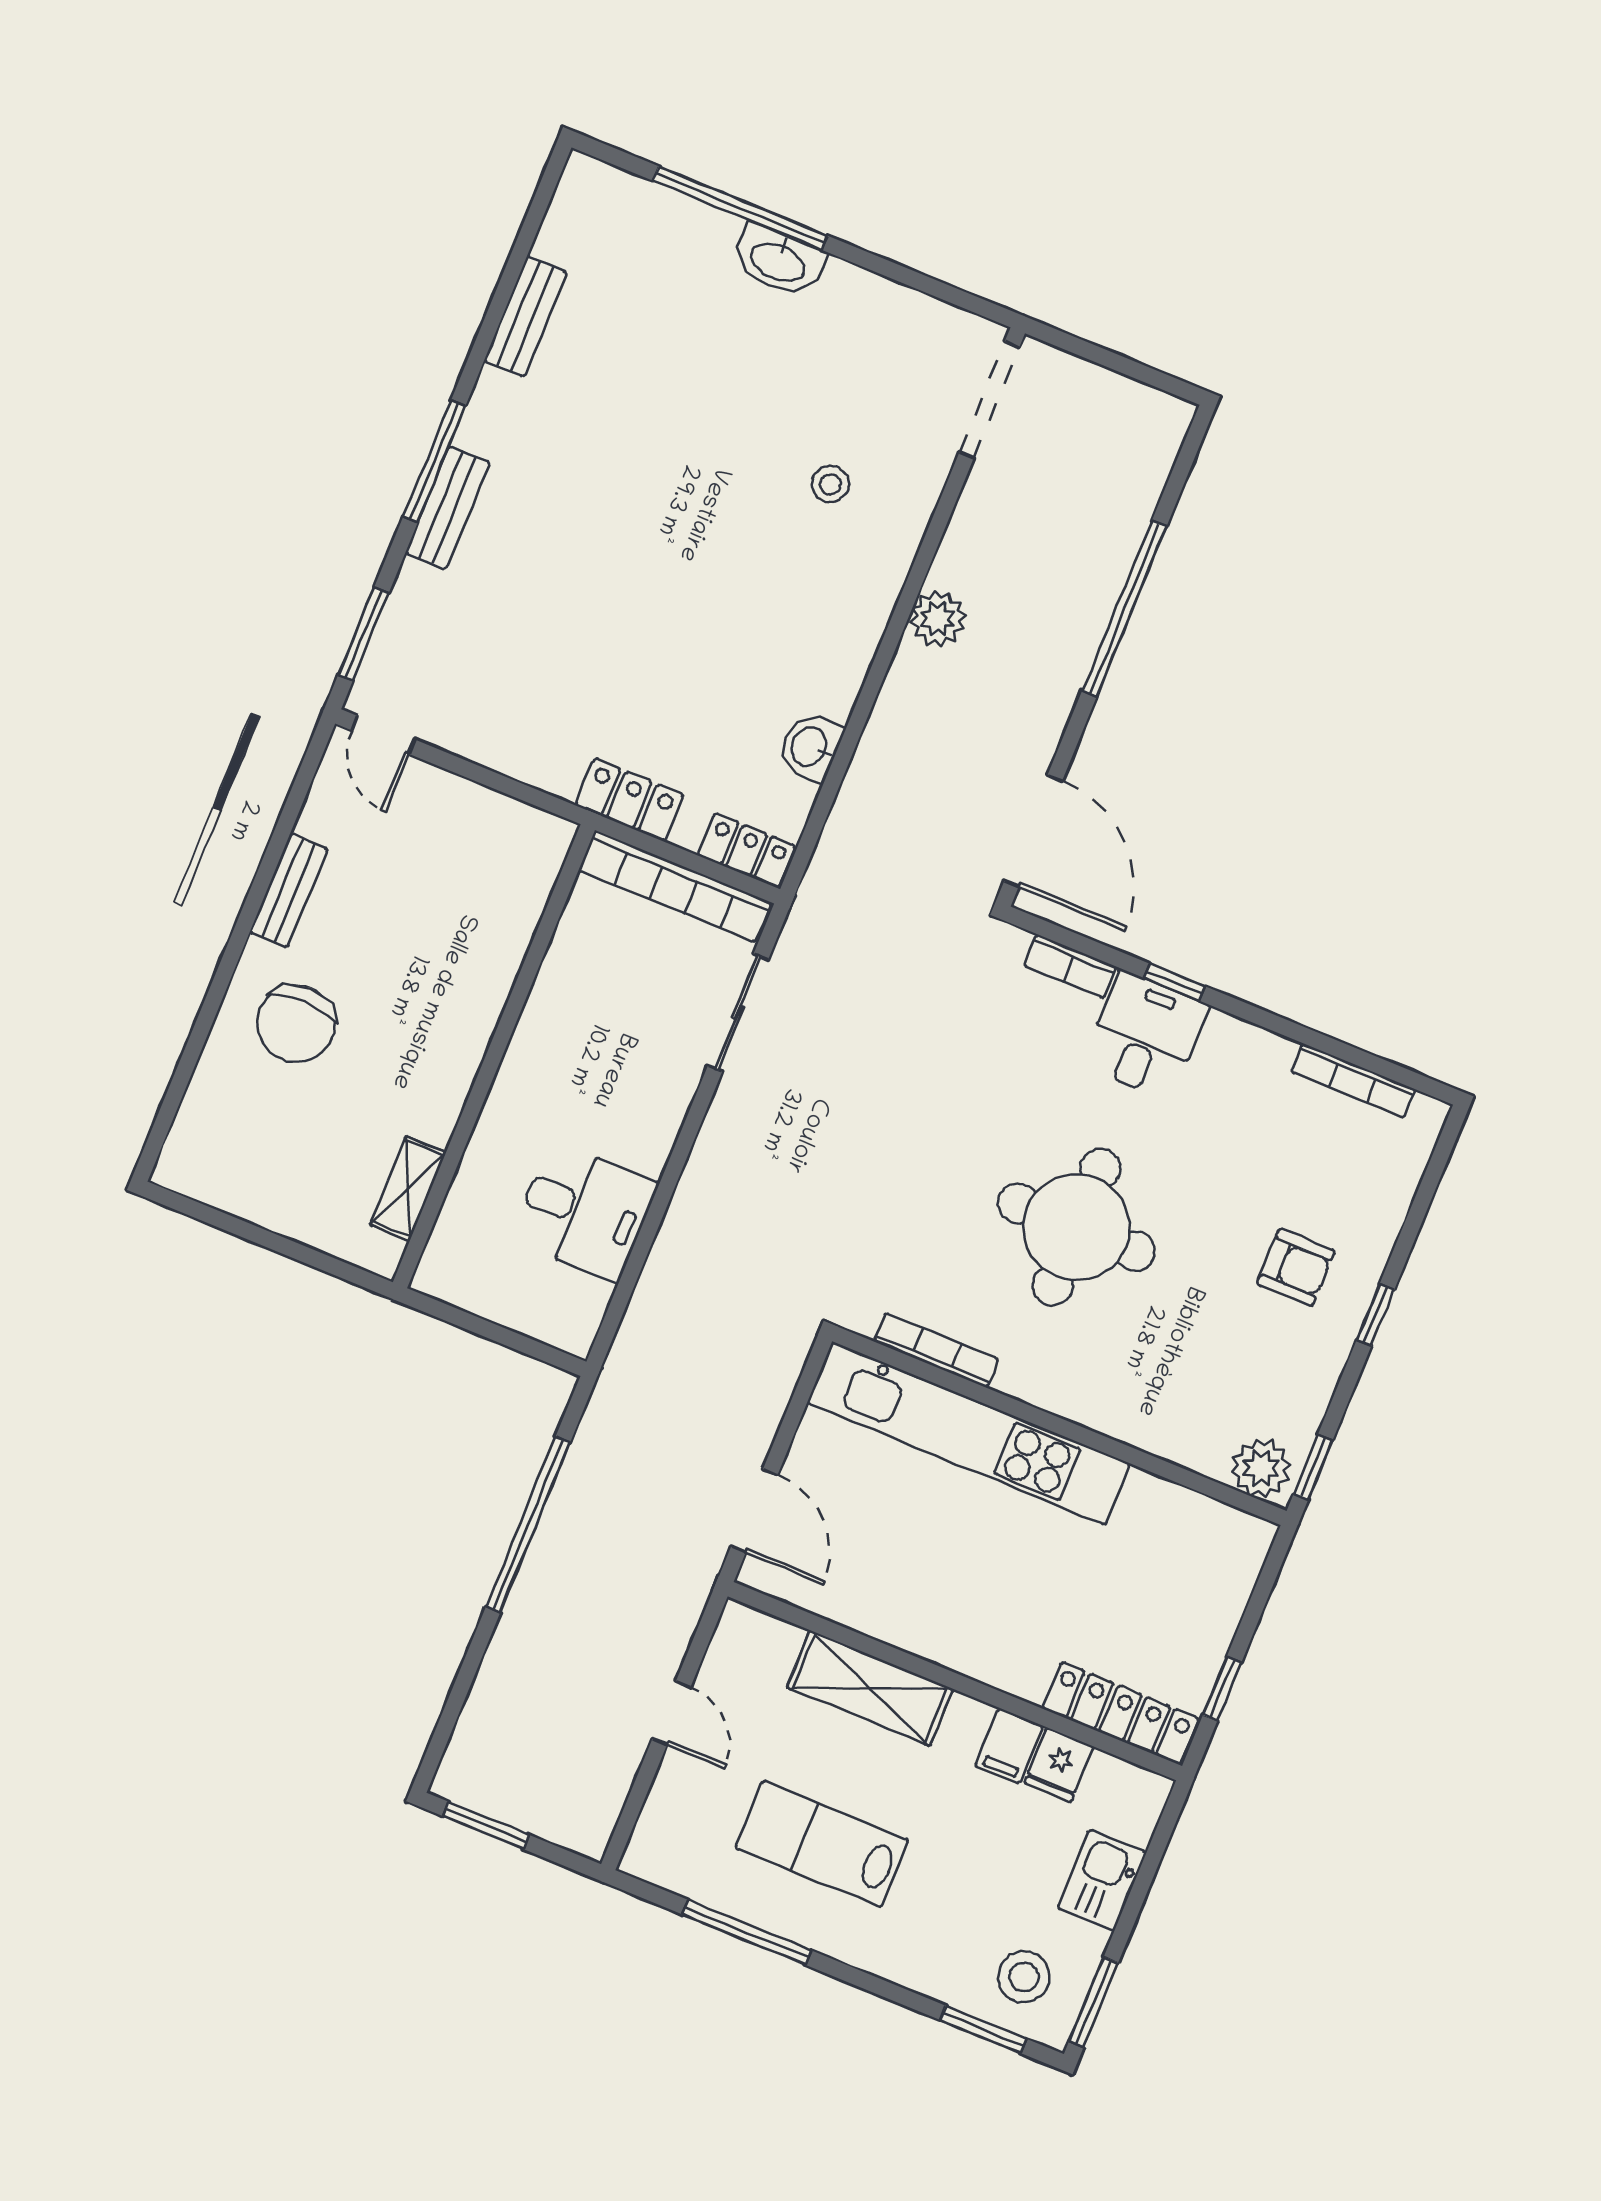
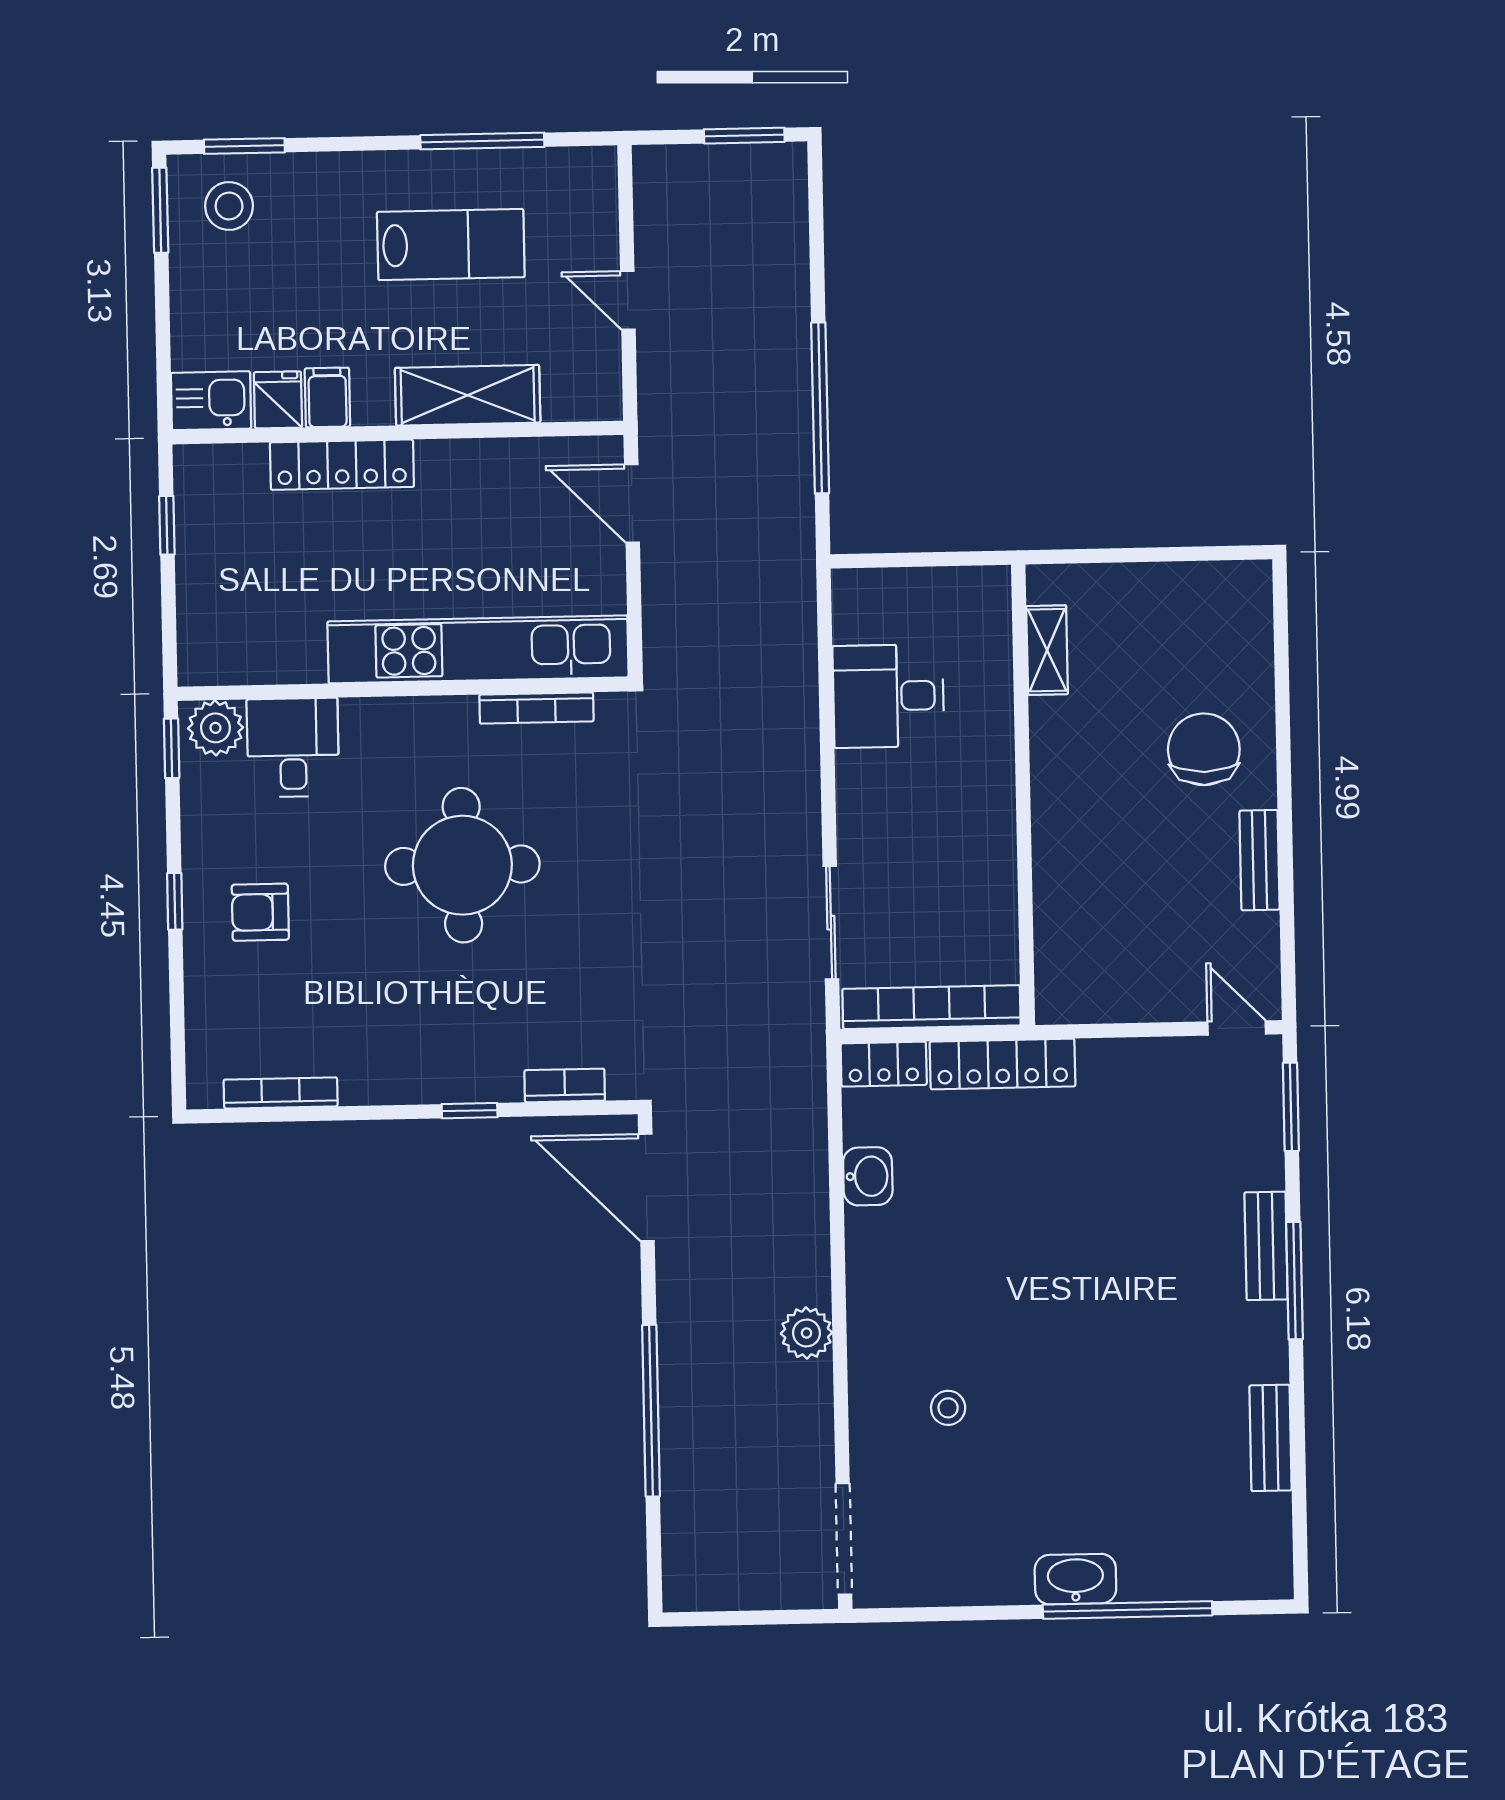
locker: (629, 800) -> (1003, 1064), width x1.53
desk: (1145, 1036) -> (293, 748), moved, turned 180
locker: (1121, 1713) -> (342, 465), moved
kitchen sink: (1102, 1880) -> (211, 401), moved, turned -90

